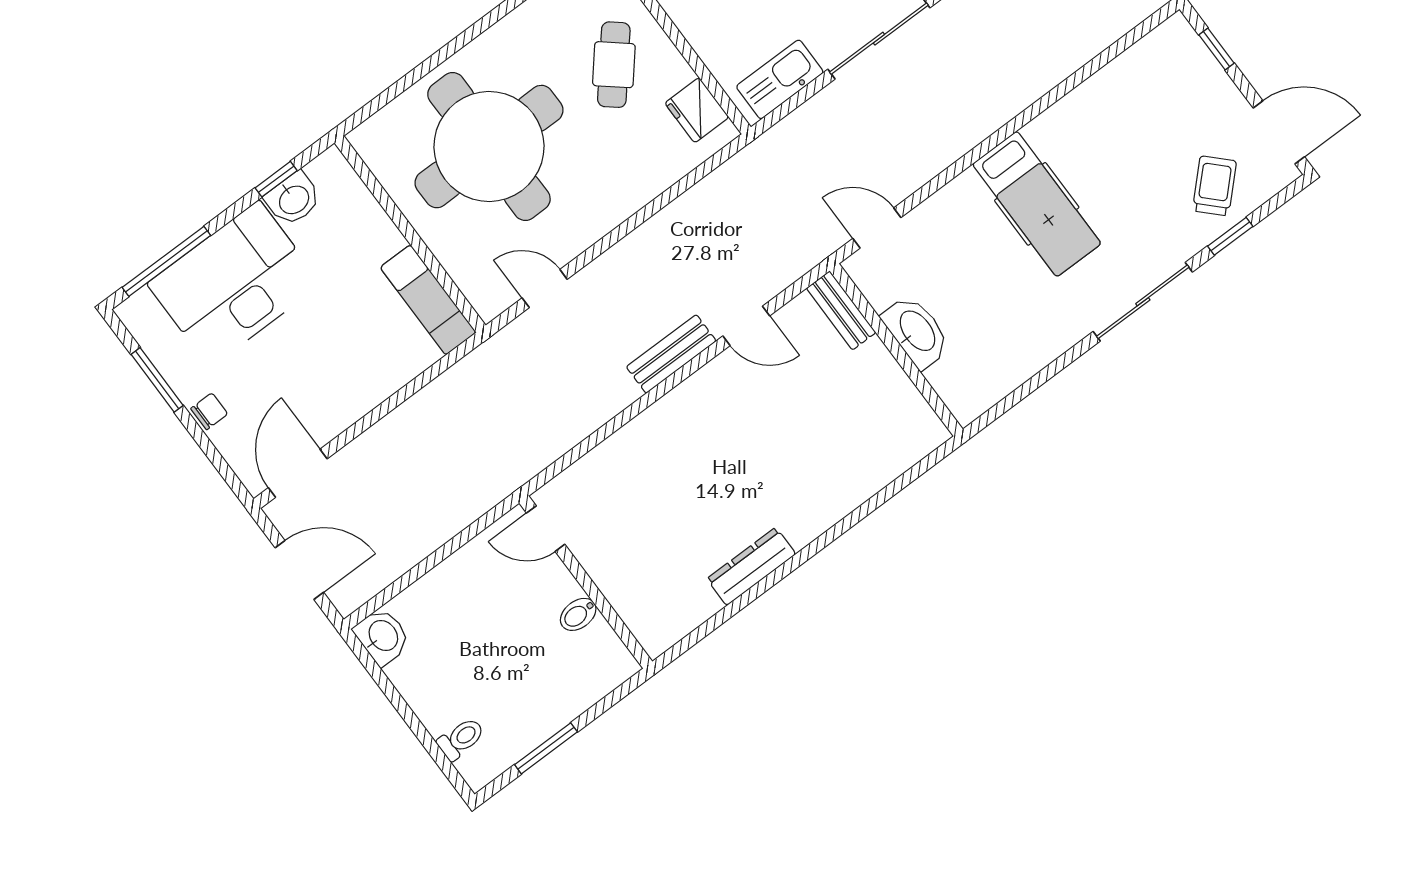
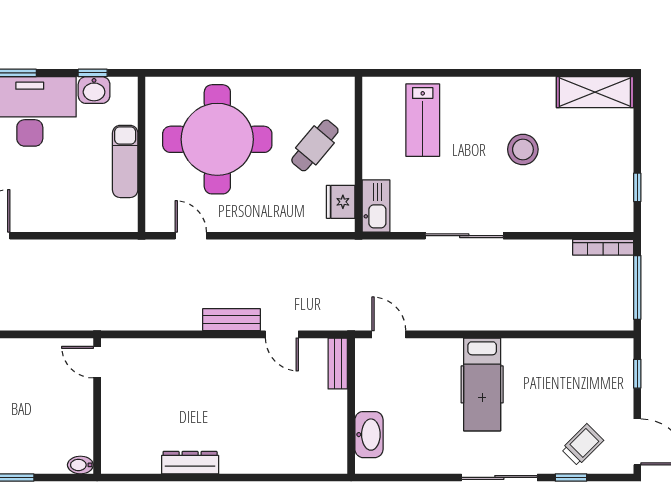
kitchen sink: (780, 79) -> (376, 206), moved, turned 90
exam couch: (428, 300) -> (125, 161), moved
washbasin: (916, 332) -> (369, 435), moved
bidet: (578, 614) -> (80, 465), moved

